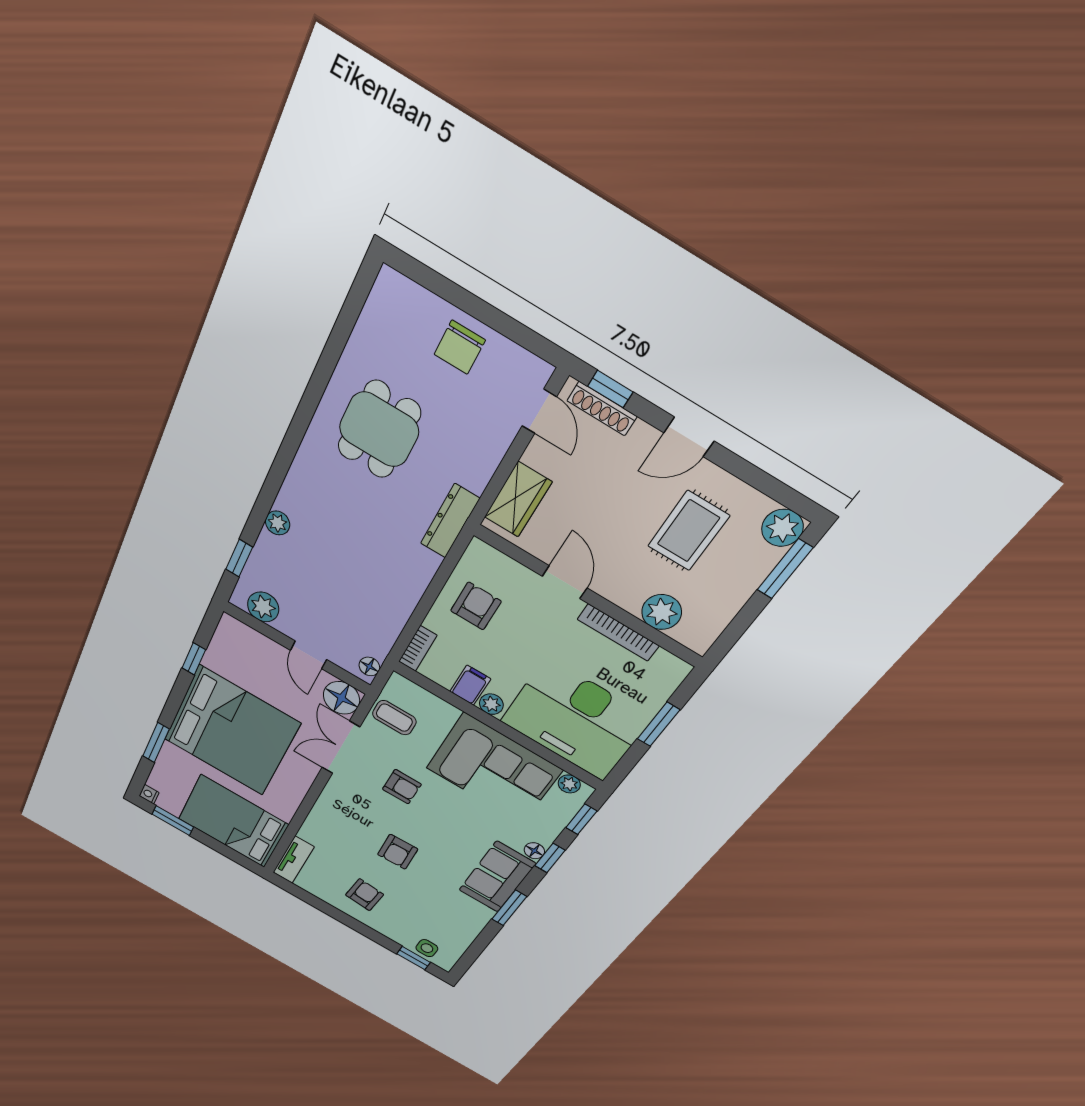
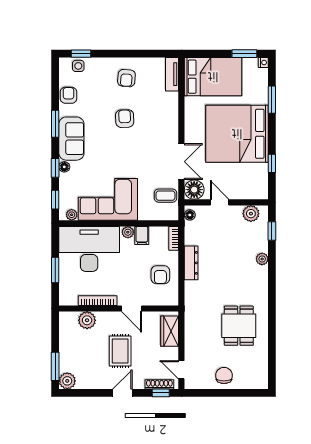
dresser: (450, 521) -> (191, 263), moved
rug: (688, 531) -> (120, 351), moved
armchair: (402, 787) -> (69, 95), moved, turned 90

